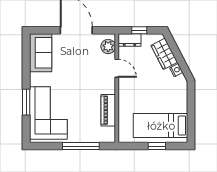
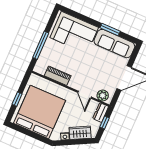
sofa: (41, 53) -> (114, 44), width x1.36
door: (117, 68) -> (85, 95), hinge flipped
window: (26, 102) -> (110, 29), moved
bed: (161, 126) -> (40, 112), width x2.04

